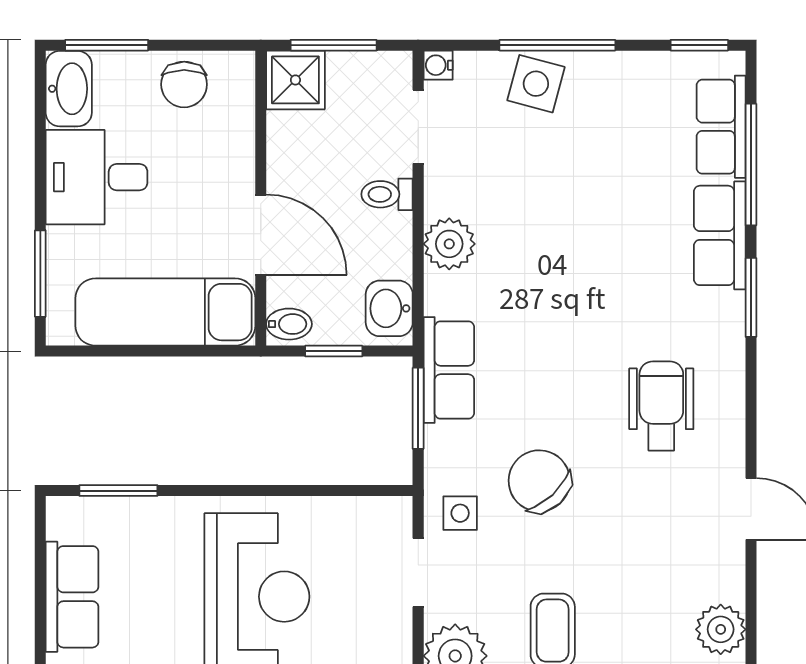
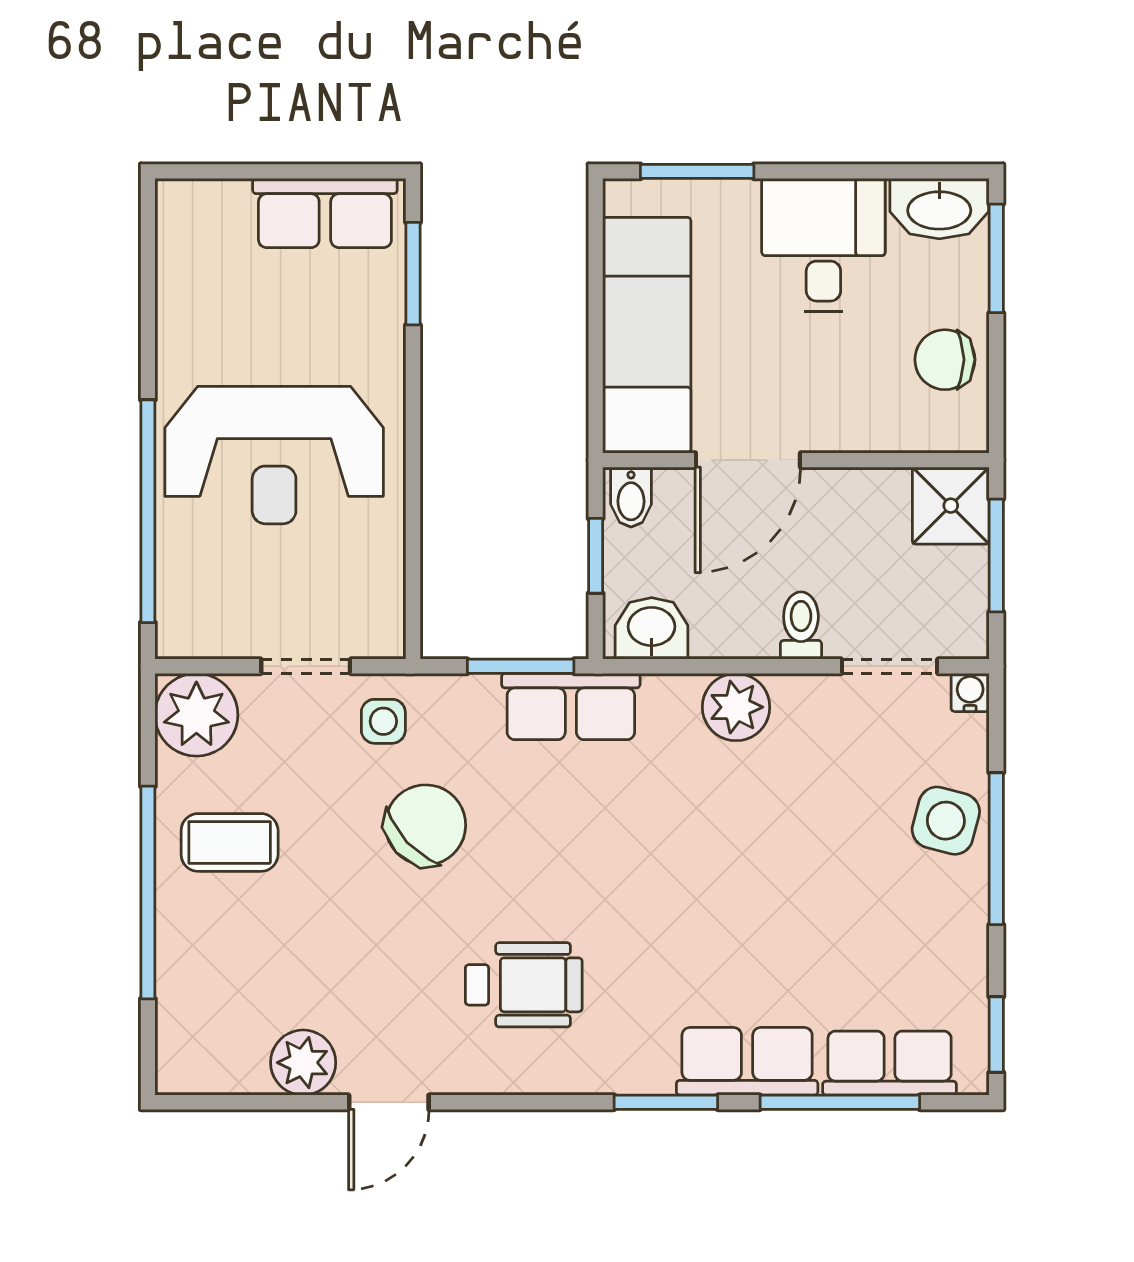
row of seats: (72, 597) -> (325, 213), moved
plant: (721, 629) -> (303, 1063), moved

